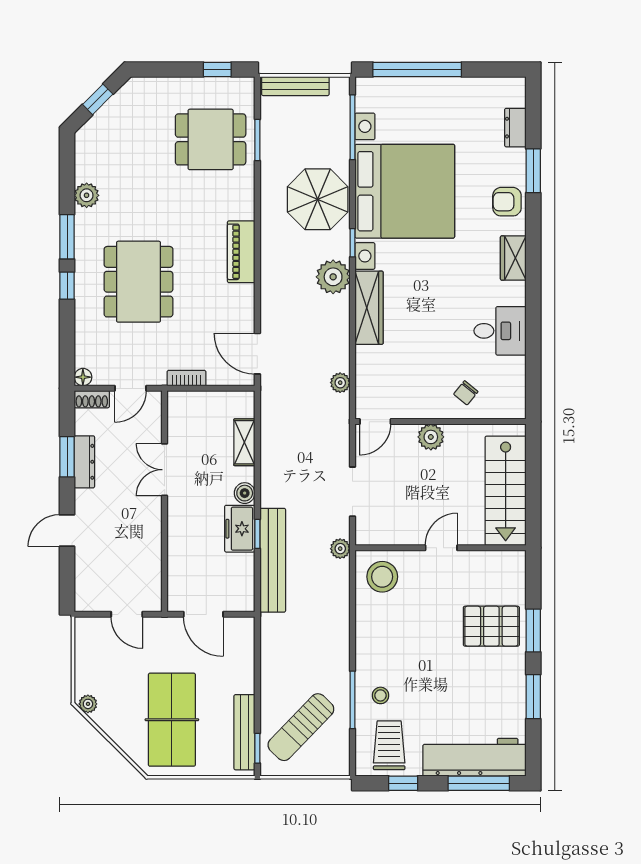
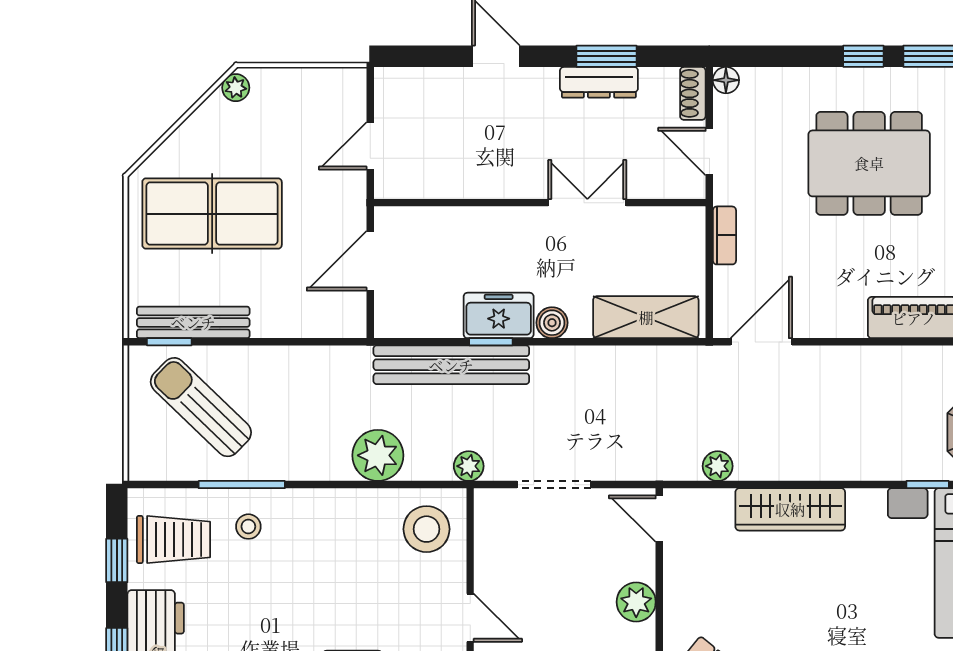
plant: (333, 277) -> (378, 455), moved
wardrobe: (369, 308) -> (790, 509), moved
shelving: (244, 442) -> (646, 317), width x1.50, depth x1.33

